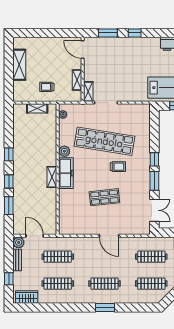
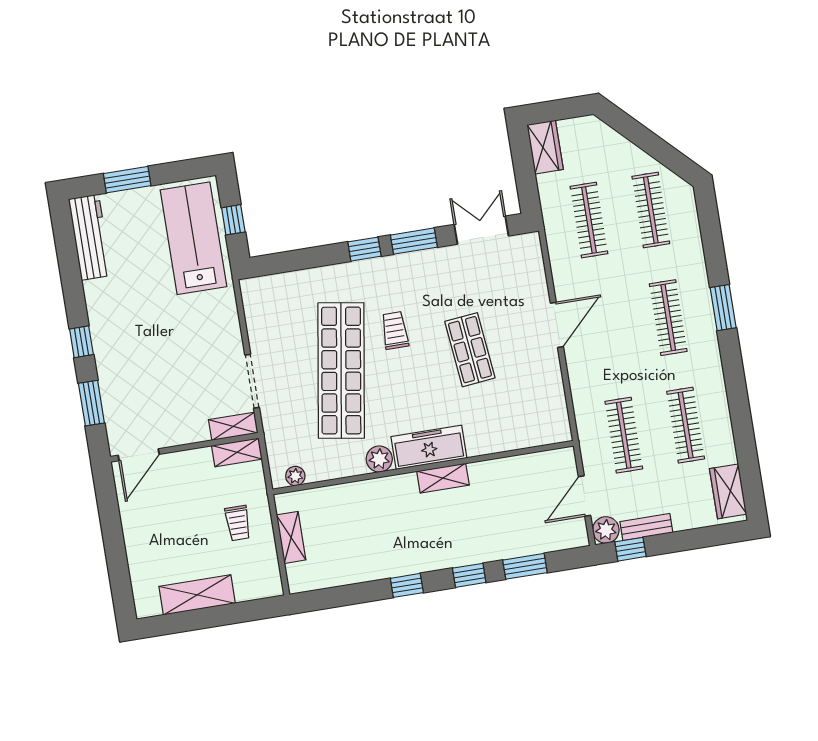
shelving: (77, 80) -> (237, 452), moved
window: (9, 279) -> (630, 549), moved

